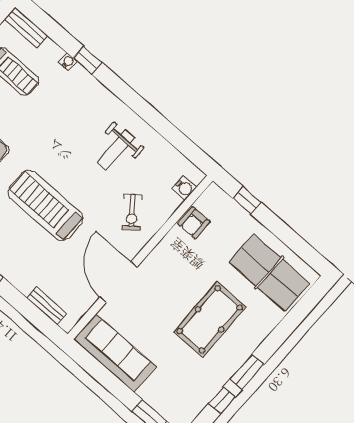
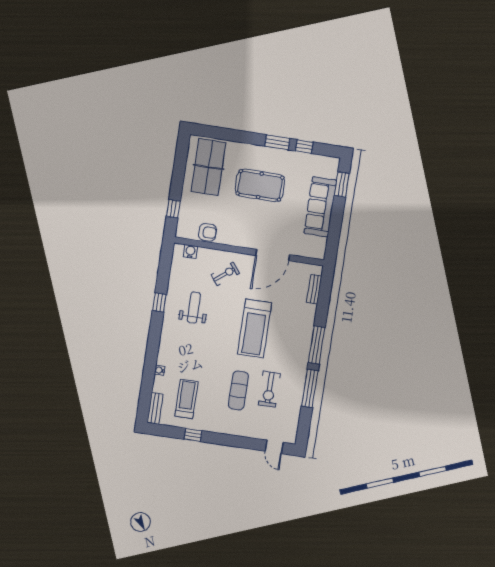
window: (88, 60) -> (159, 302), moved
weight bench: (116, 150) -> (194, 308), turned -90
sofa: (115, 353) -> (320, 207), moved

